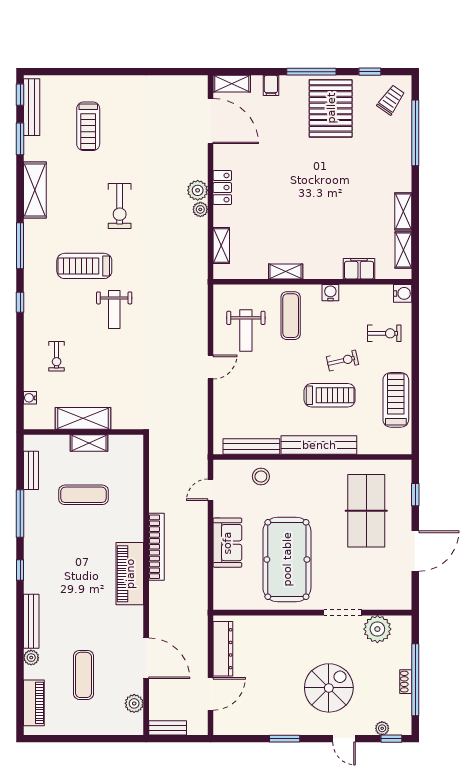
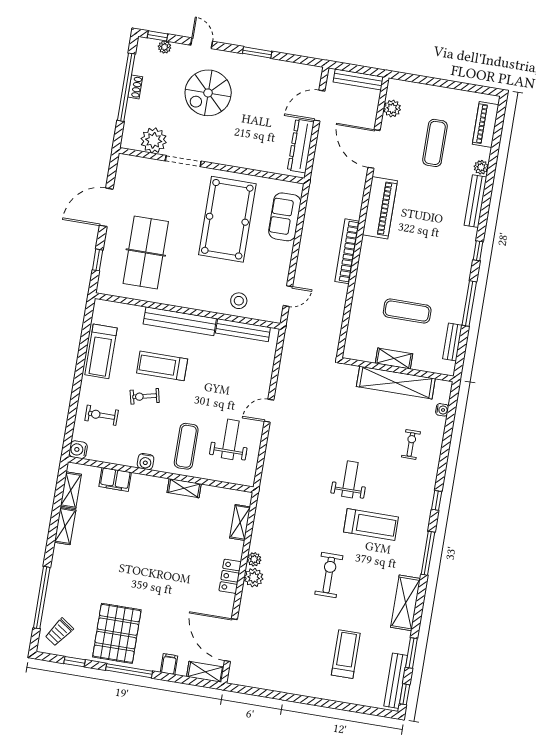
shelving: (83, 418) -> (396, 383), width x1.47
sofa: (227, 543) -> (285, 217), moved
piano: (130, 574) -> (380, 208), moved
bench: (168, 728) -> (358, 79), width x1.36

